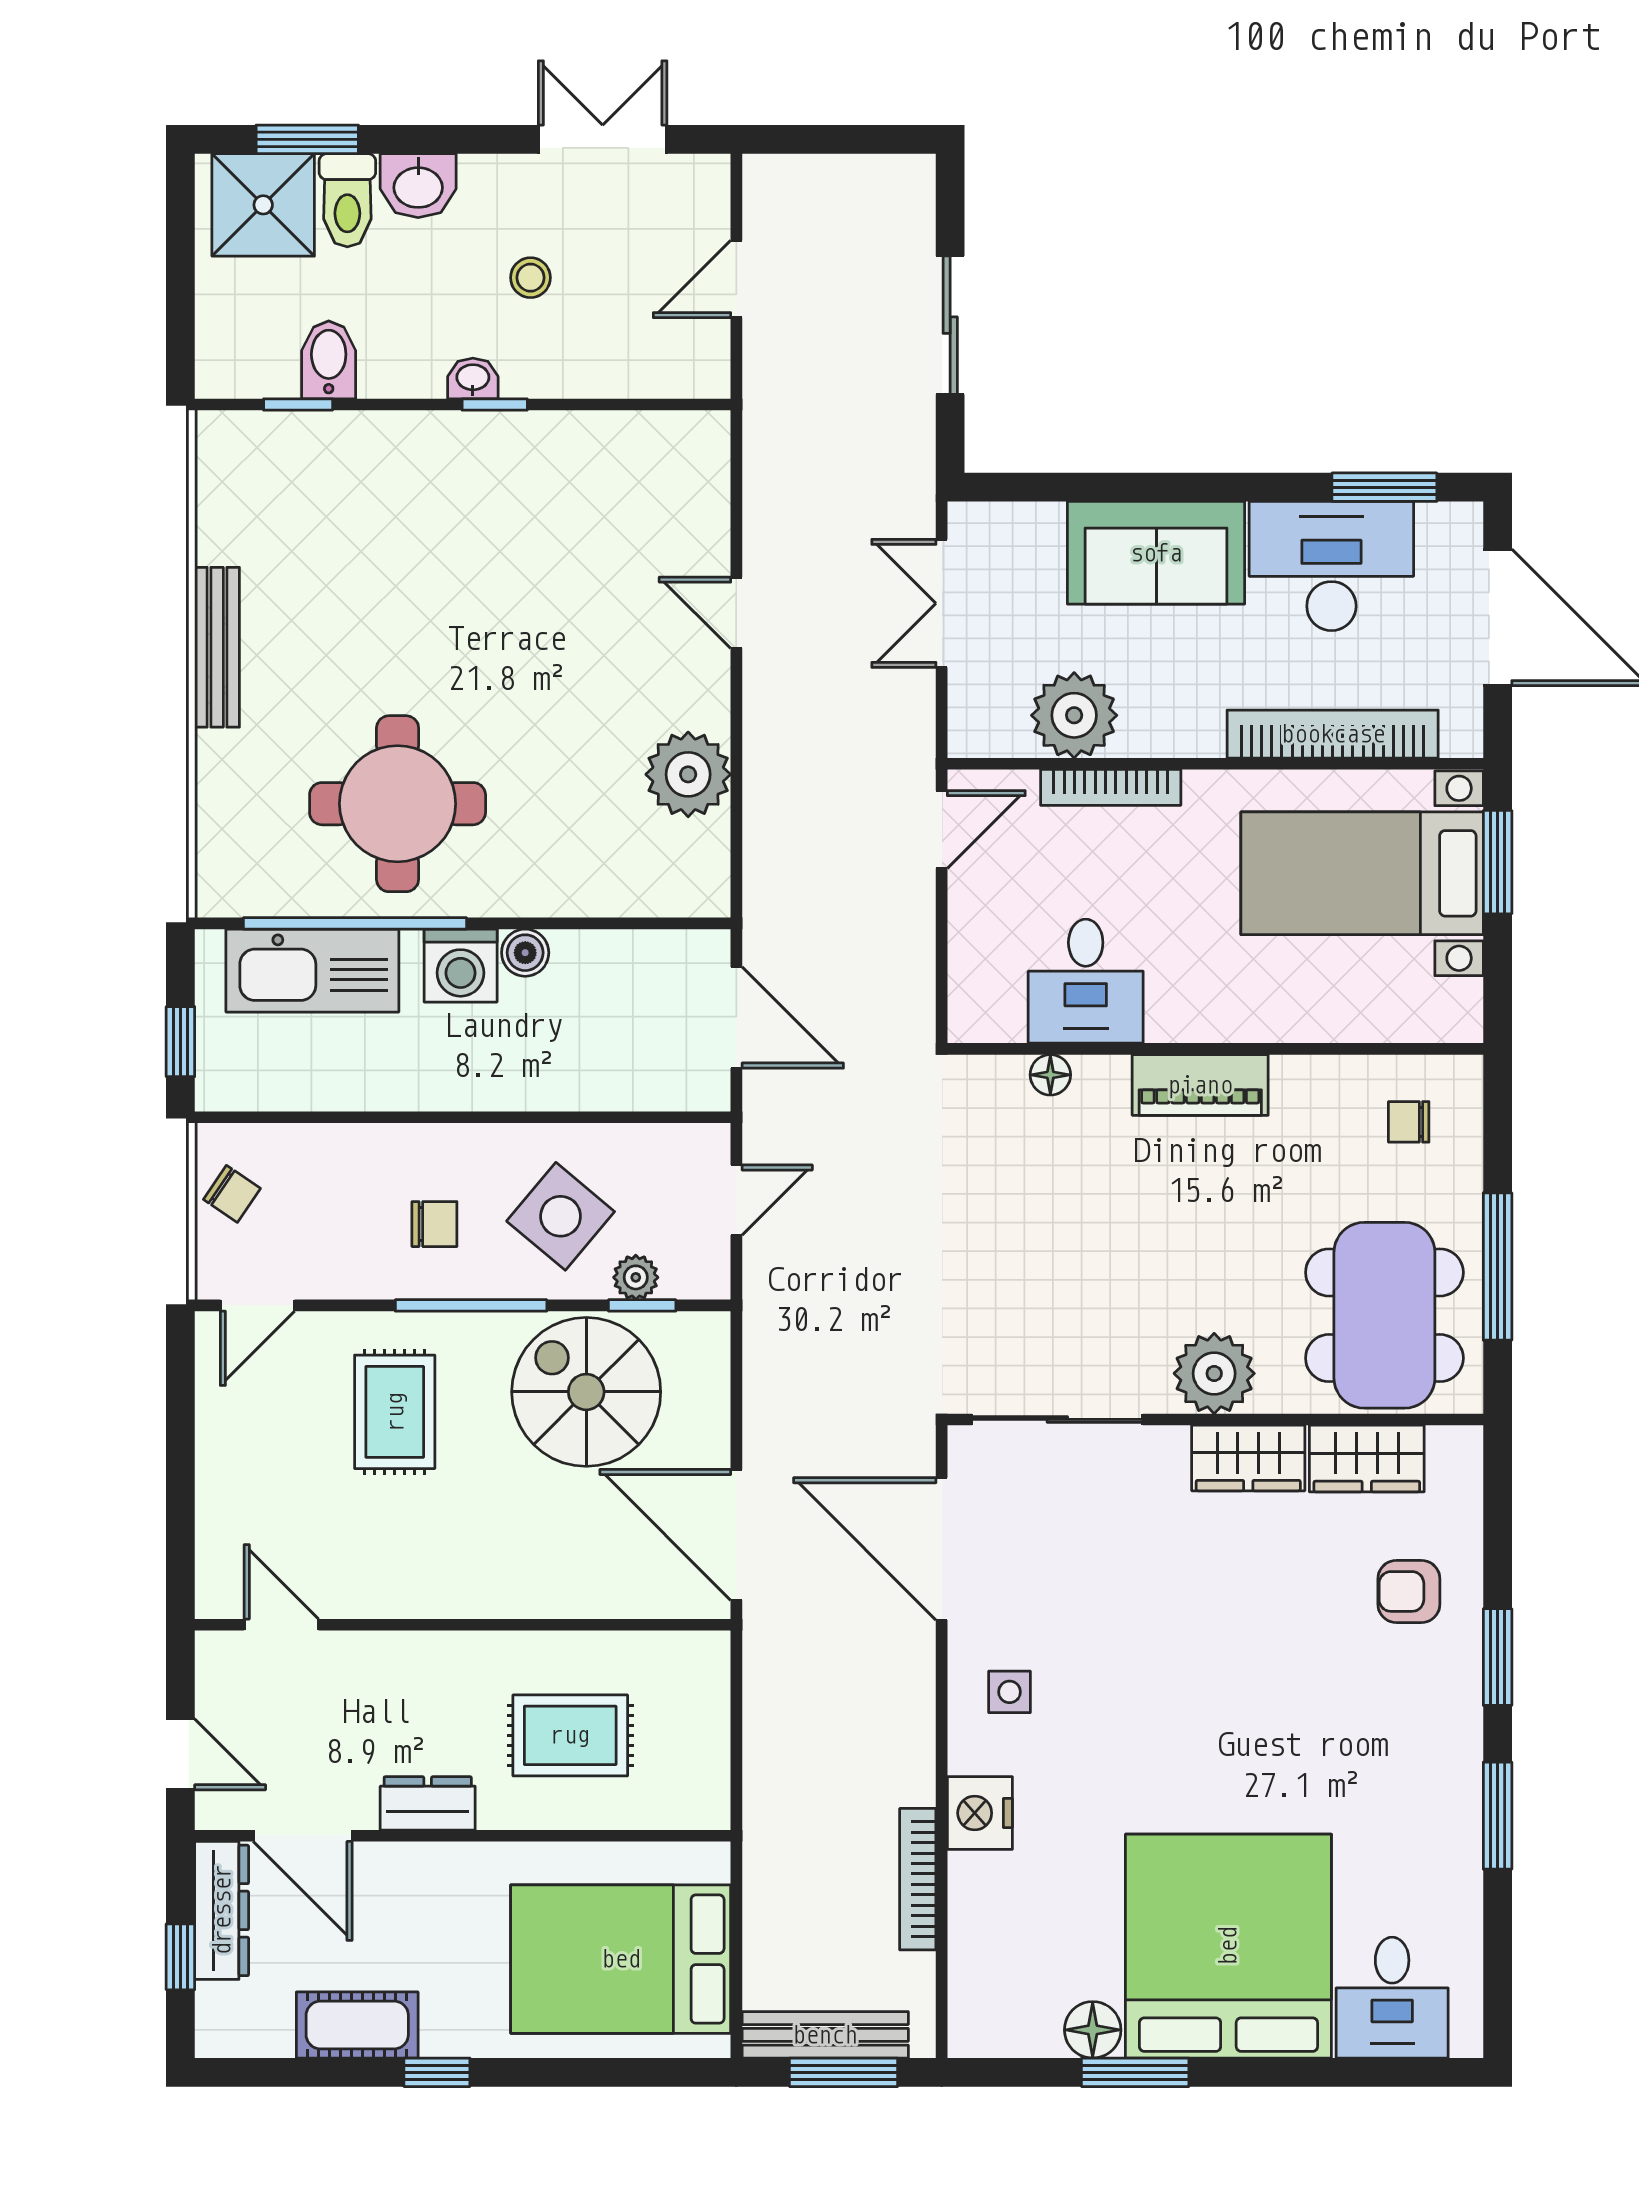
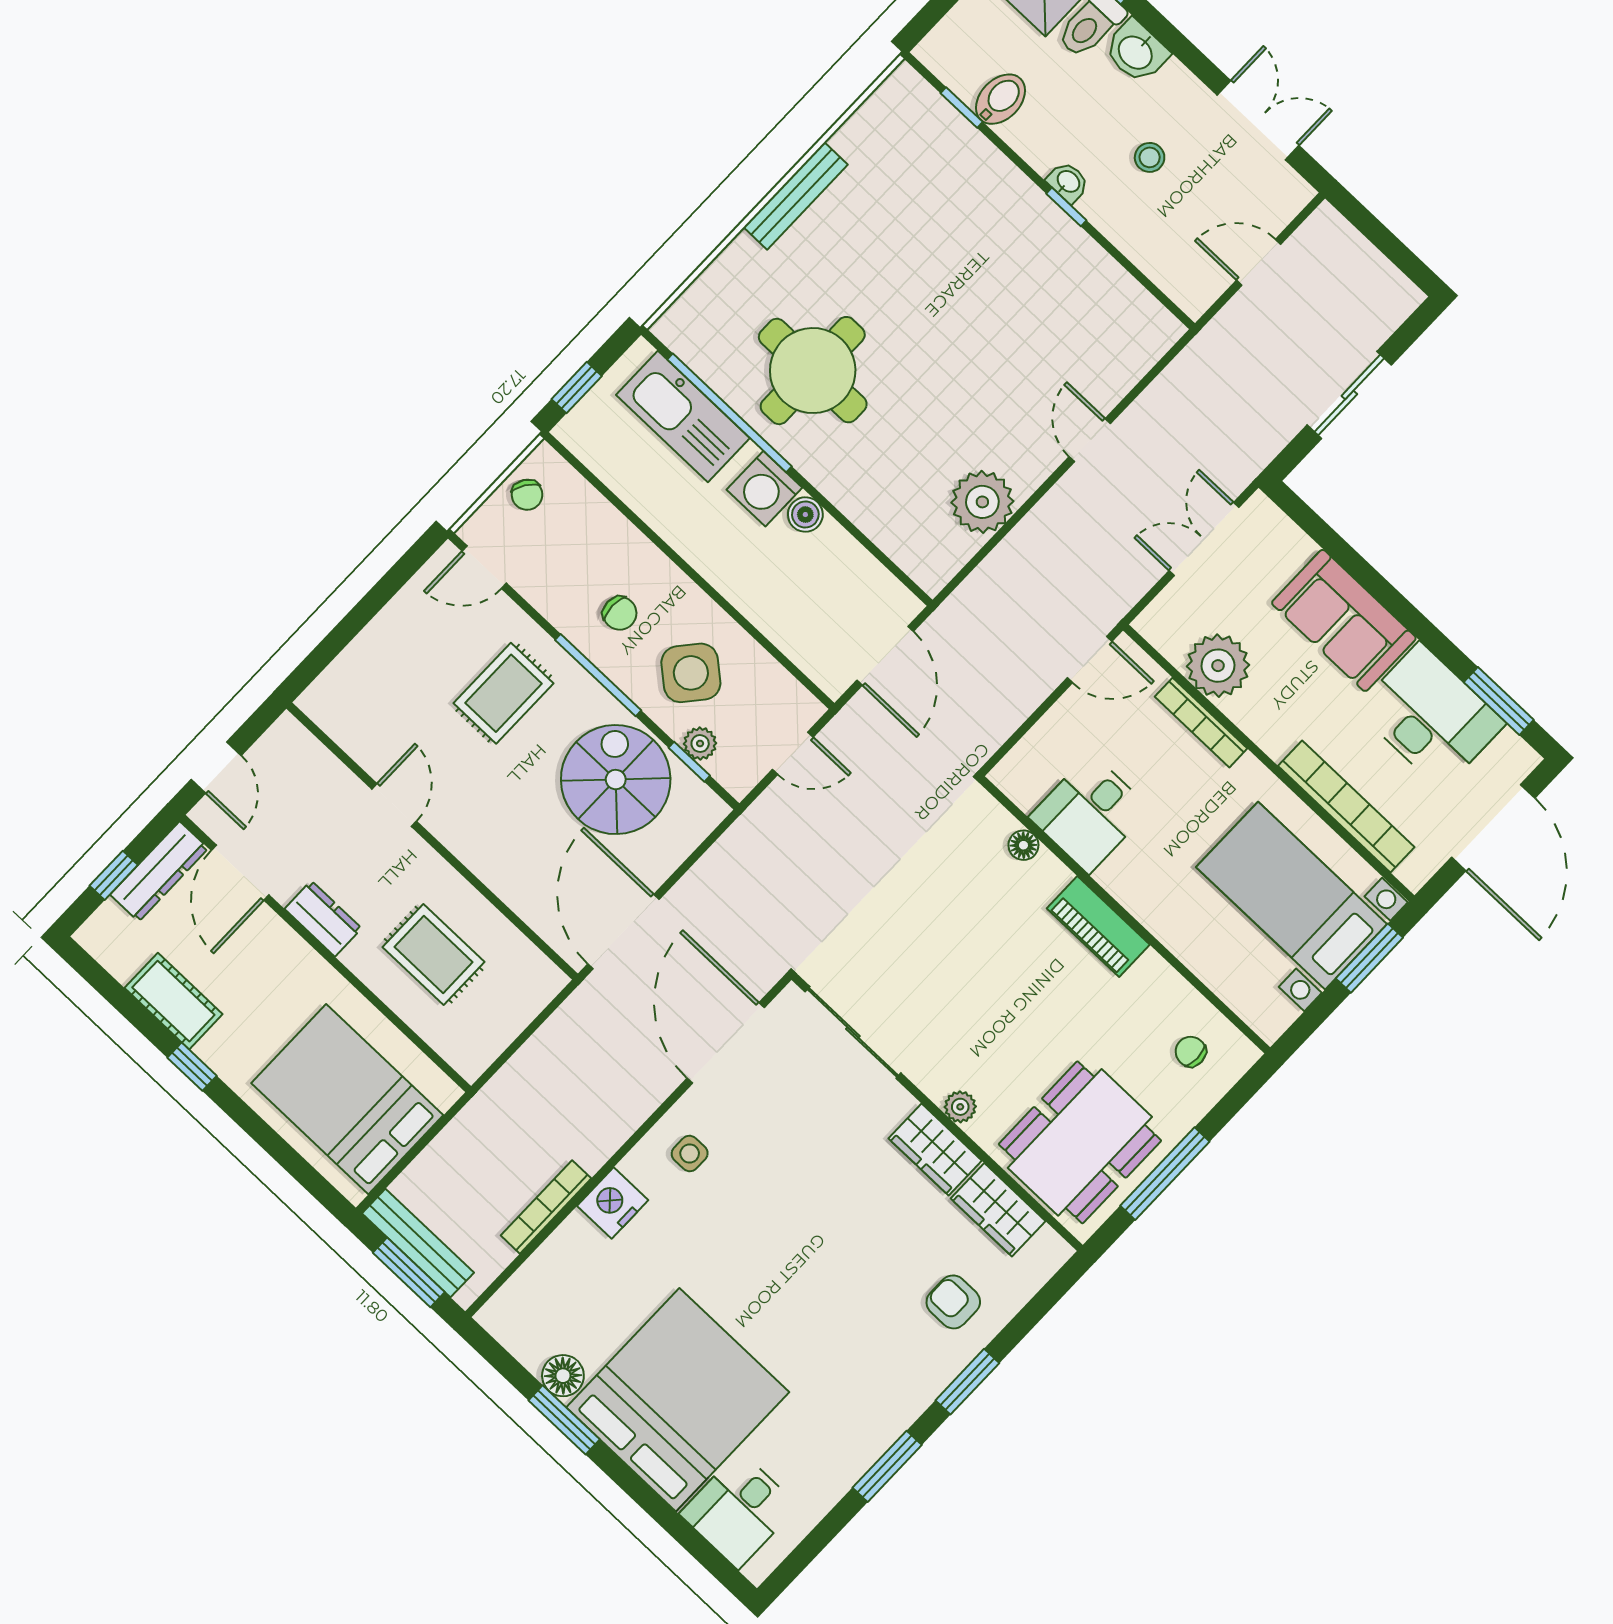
plant: (1214, 1373) -> (960, 1107), width x0.53, depth x0.53
door: (281, 1625) -> (394, 805), moved

